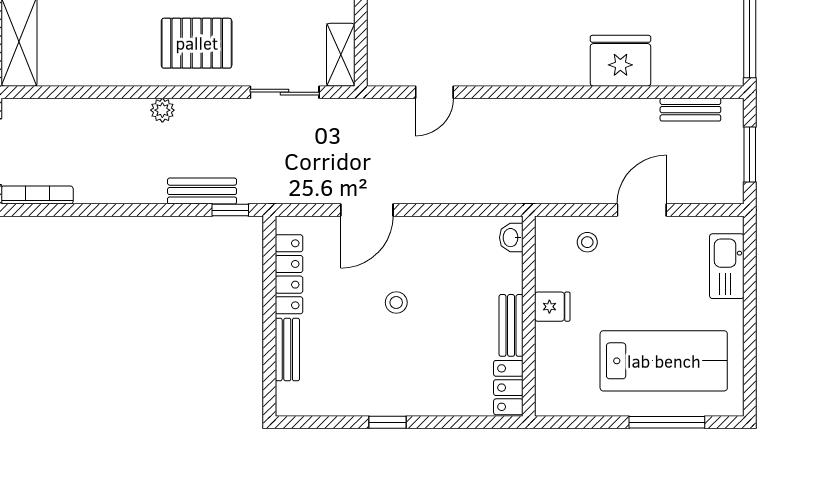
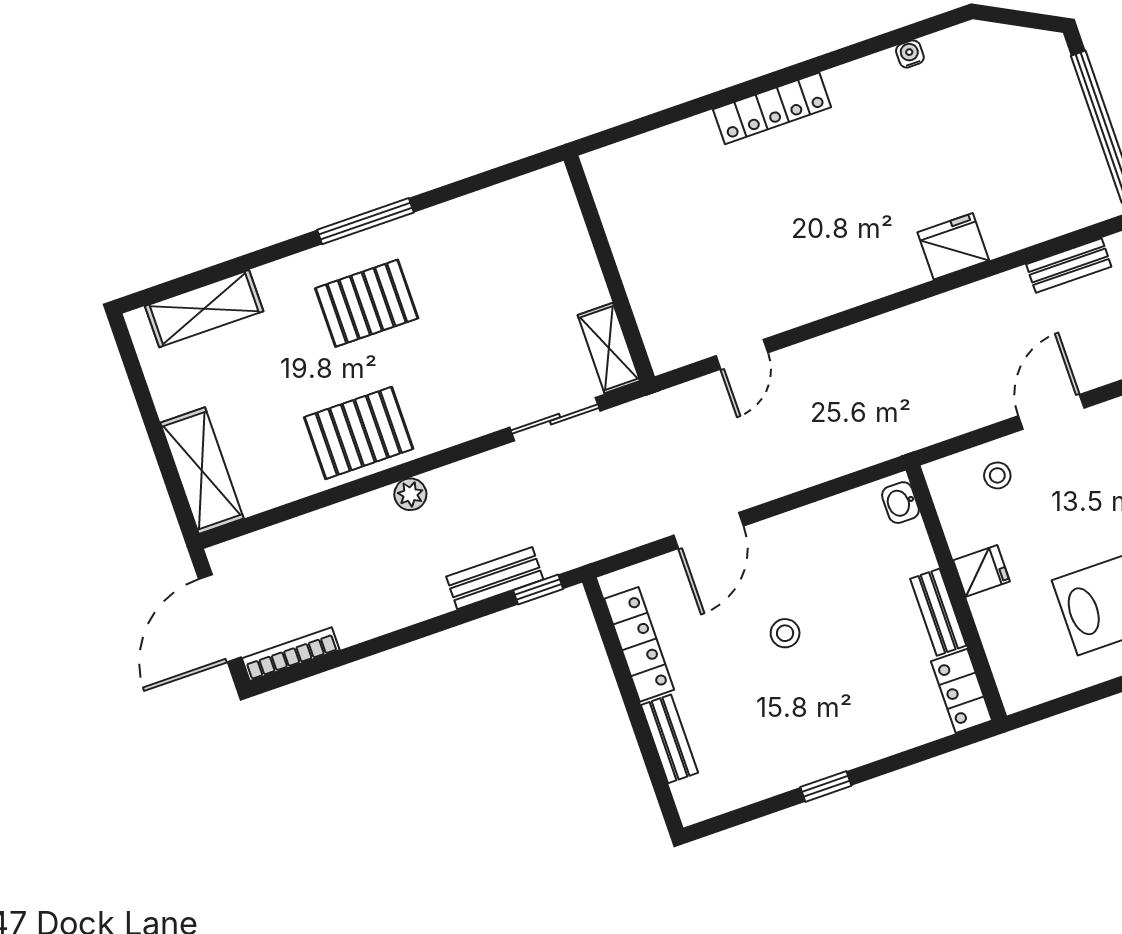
pallet: (197, 43) -> (359, 433), moved
fridge: (620, 61) -> (953, 246), width x0.73, depth x0.75

